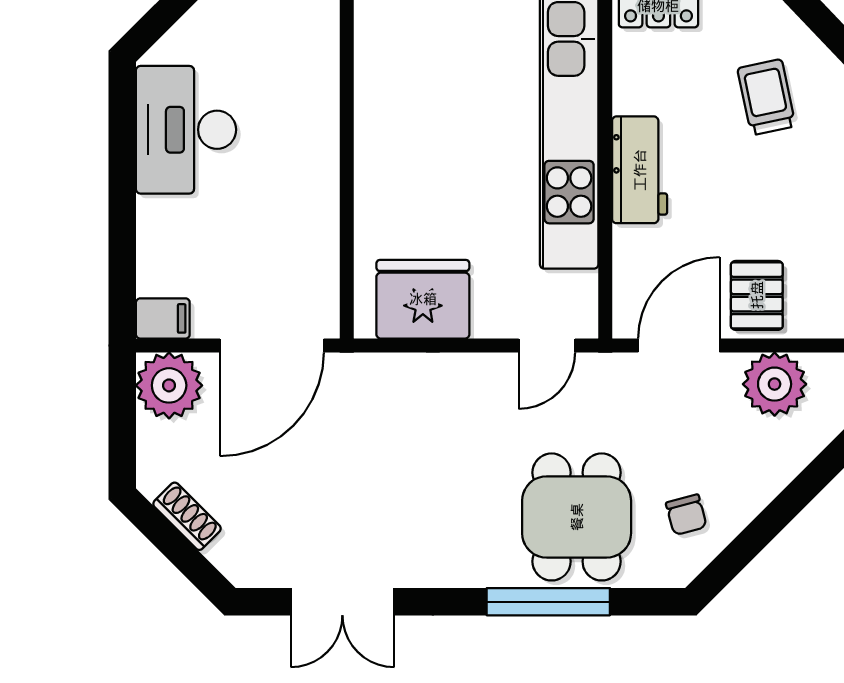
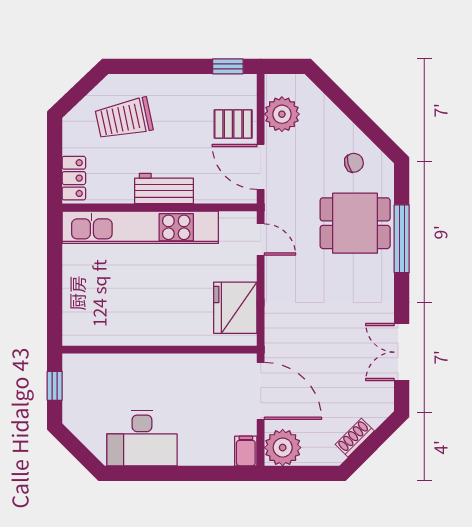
trolley: (766, 97) -> (124, 119), width x1.36, depth x1.39
double door: (342, 602) -> (402, 352), swing flipped

